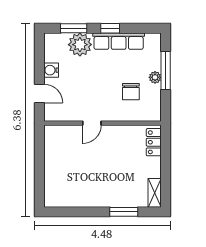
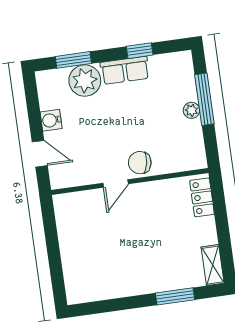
window: (110, 28) -> (140, 51), moved
row of seats: (119, 41) -> (125, 70), width x0.68
chair: (131, 92) -> (140, 163), moved, turned 100

